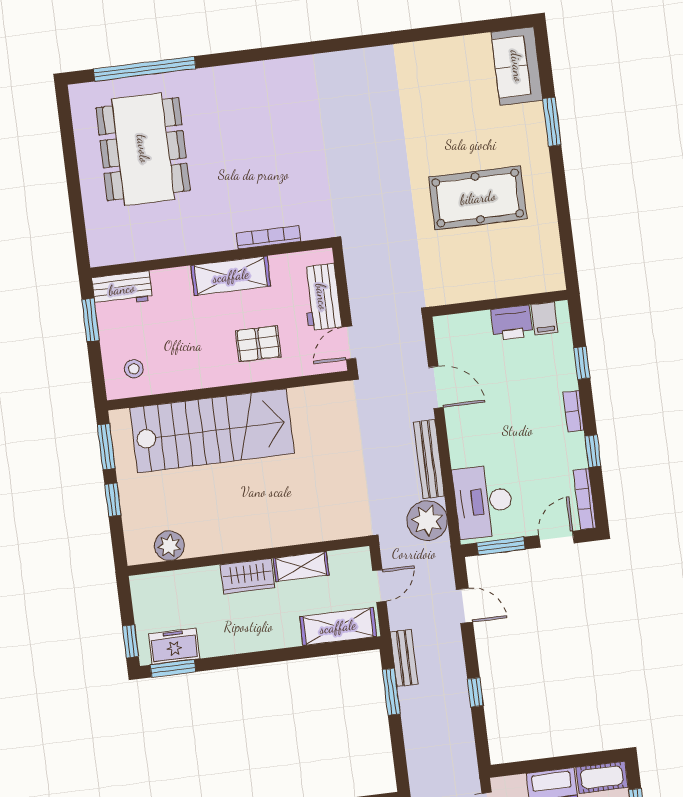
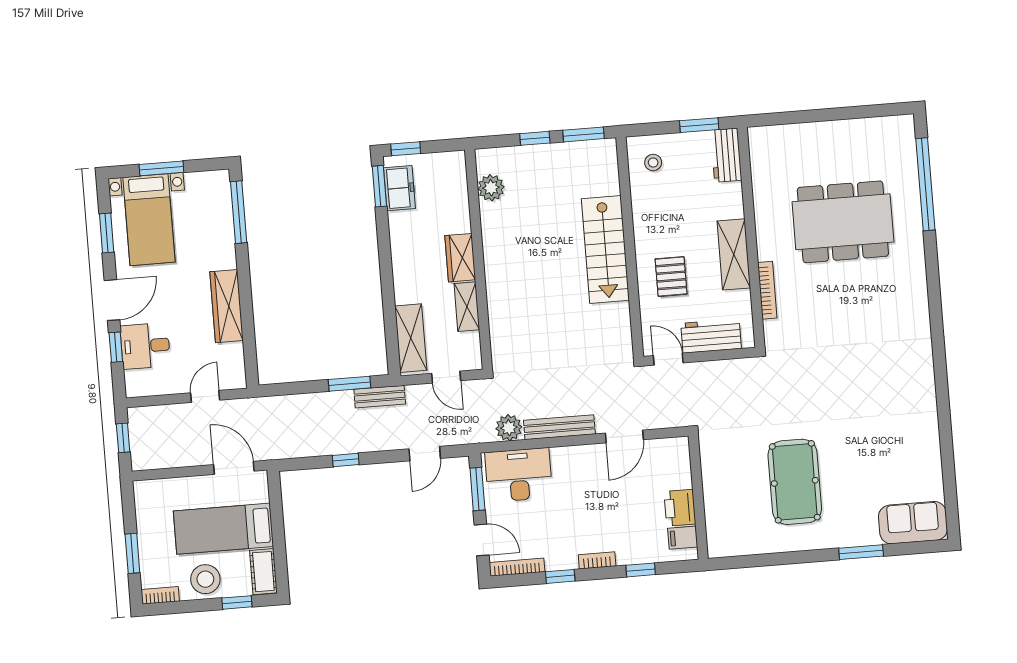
dining table: (143, 149) -> (843, 222), moved
stairs: (212, 431) -> (605, 249), width x0.73, depth x0.66
plant: (427, 521) -> (509, 428), width x0.73, depth x0.73

